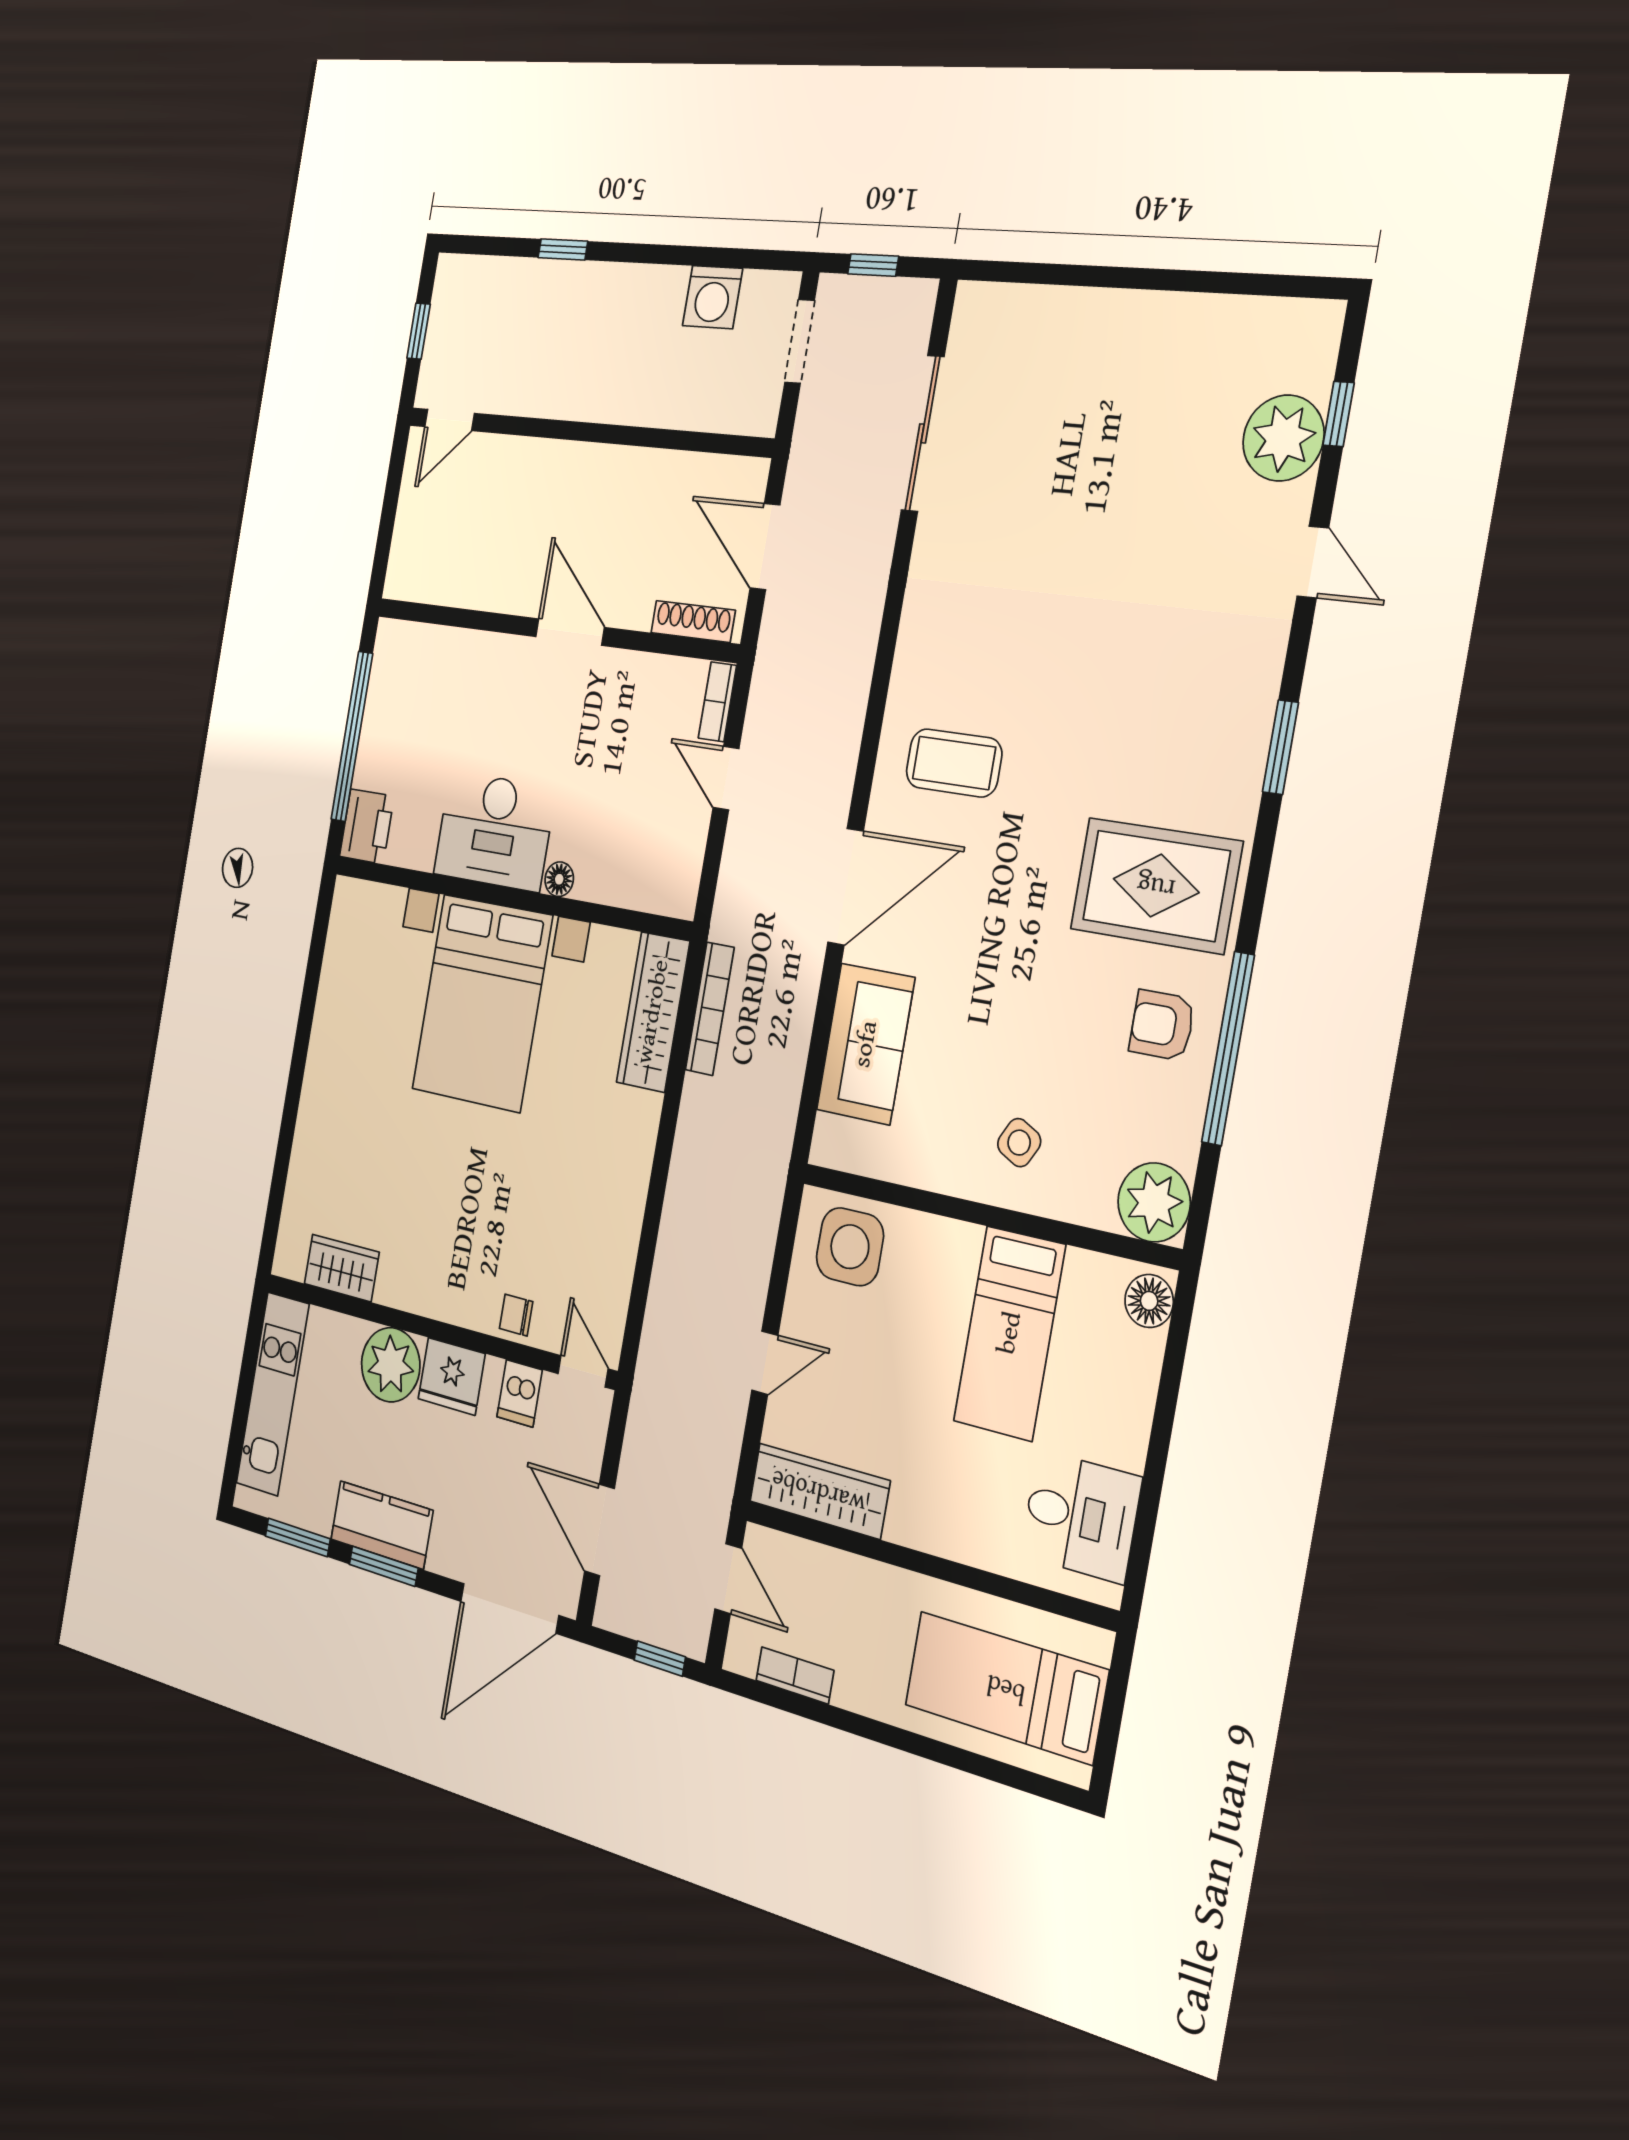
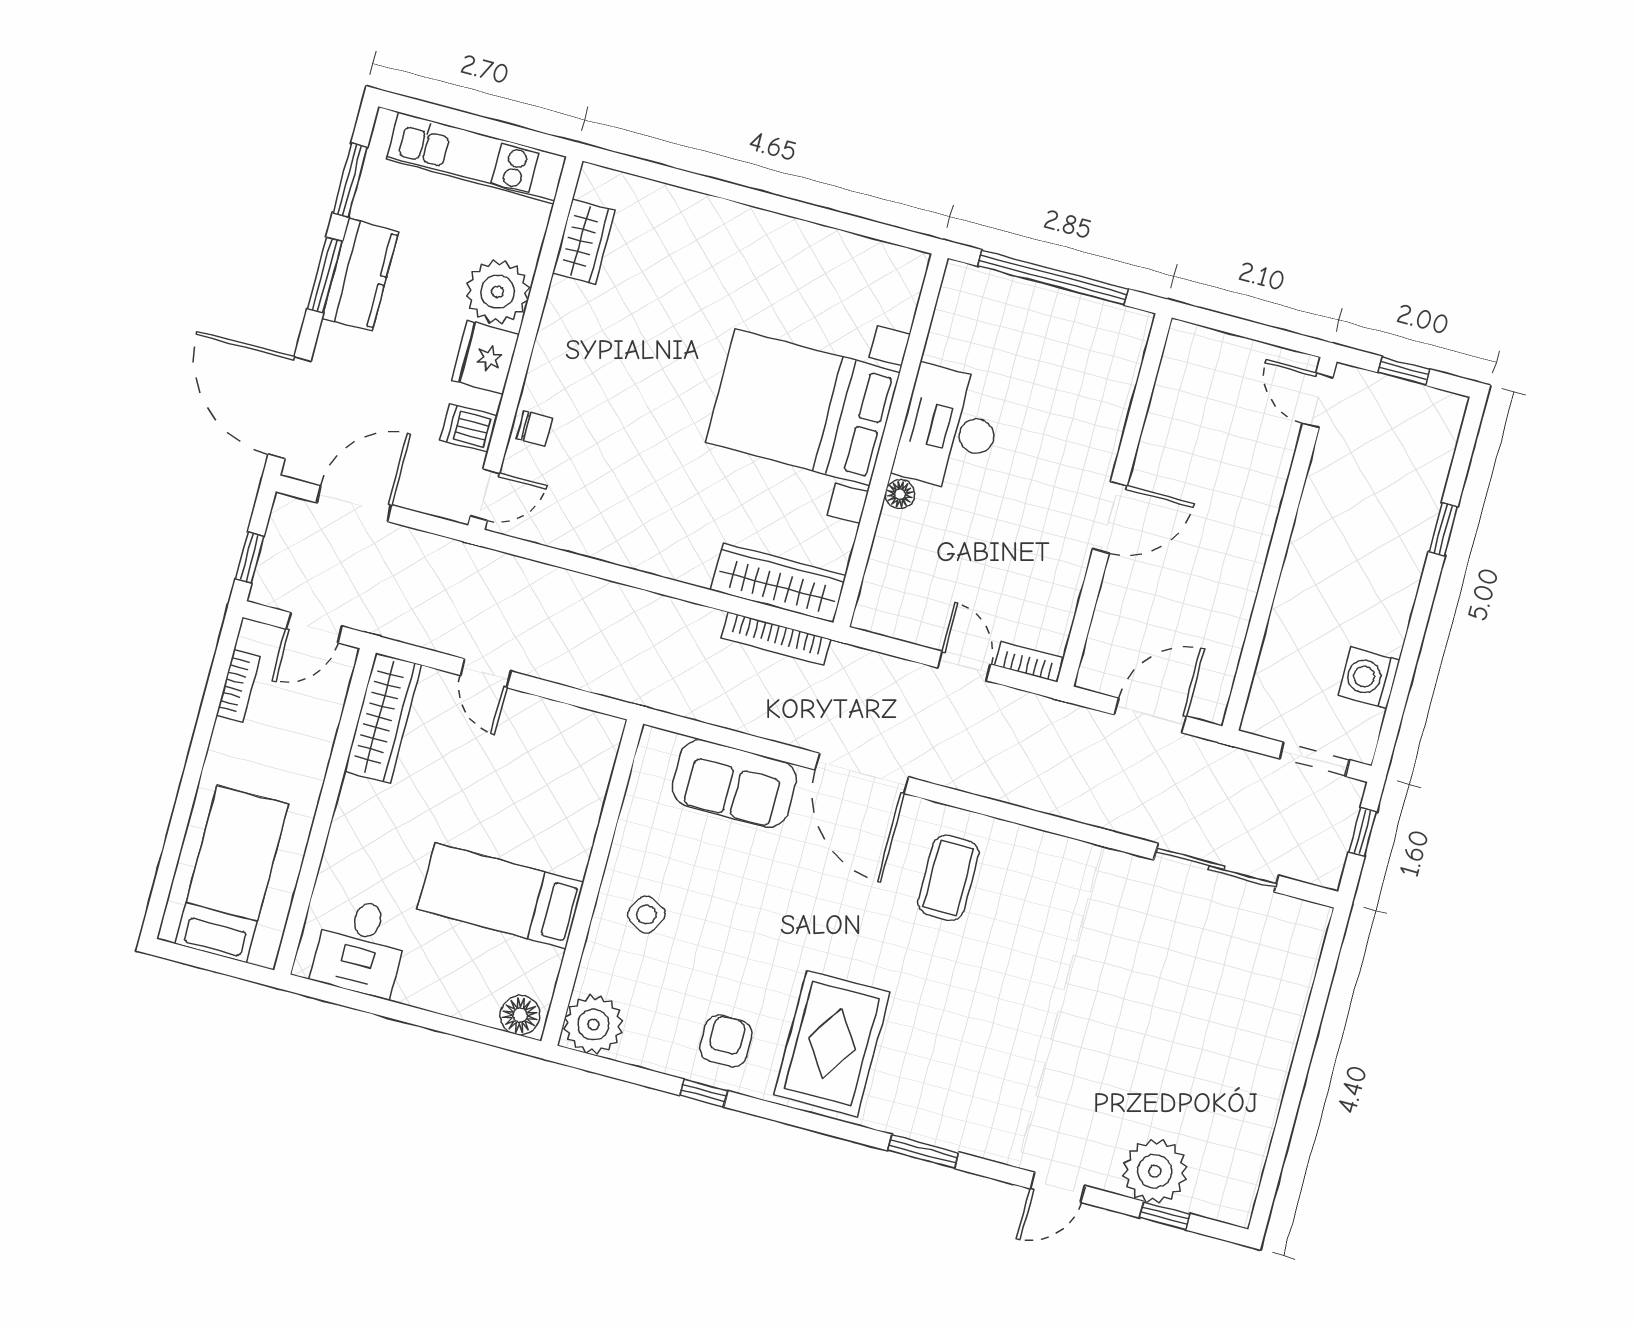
shoe rack: (693, 622) -> (1099, 642), removed
door: (726, 778) -> (964, 666), hinge flipped
printer: (367, 826) -> (971, 290), removed
window: (1228, 1049) -> (704, 1093), width x0.32
side table: (850, 1247) -> (575, 758), removed
chair: (516, 1315) -> (535, 428), turned 90

